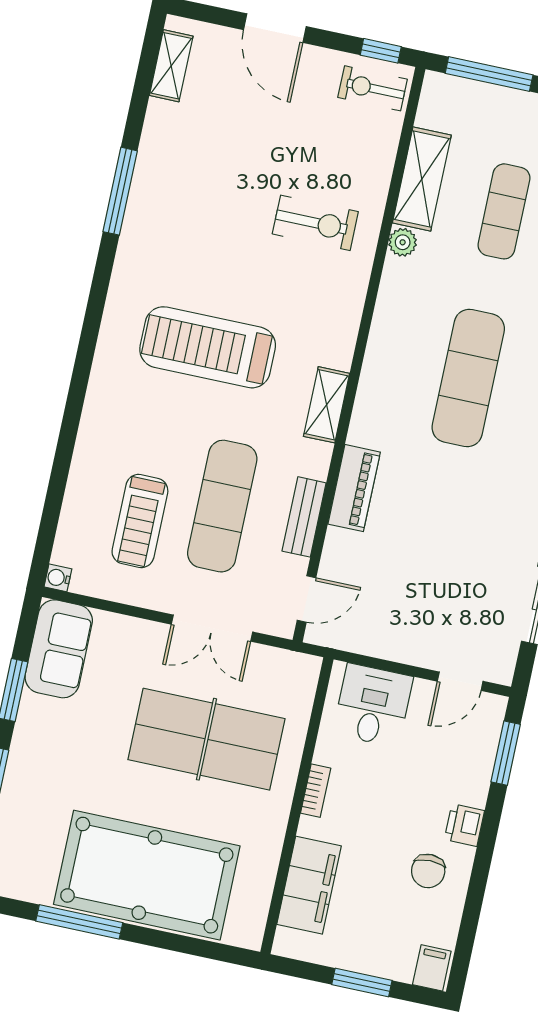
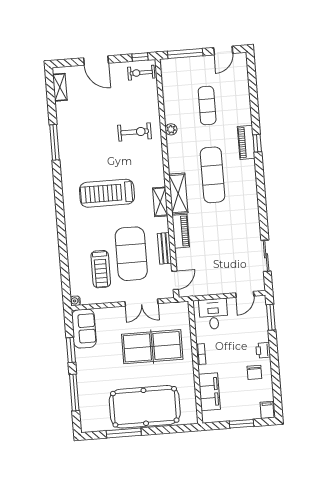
shelving: (422, 179) -> (178, 194), moved
exercise mat: (222, 506) -> (131, 254), width x1.47

